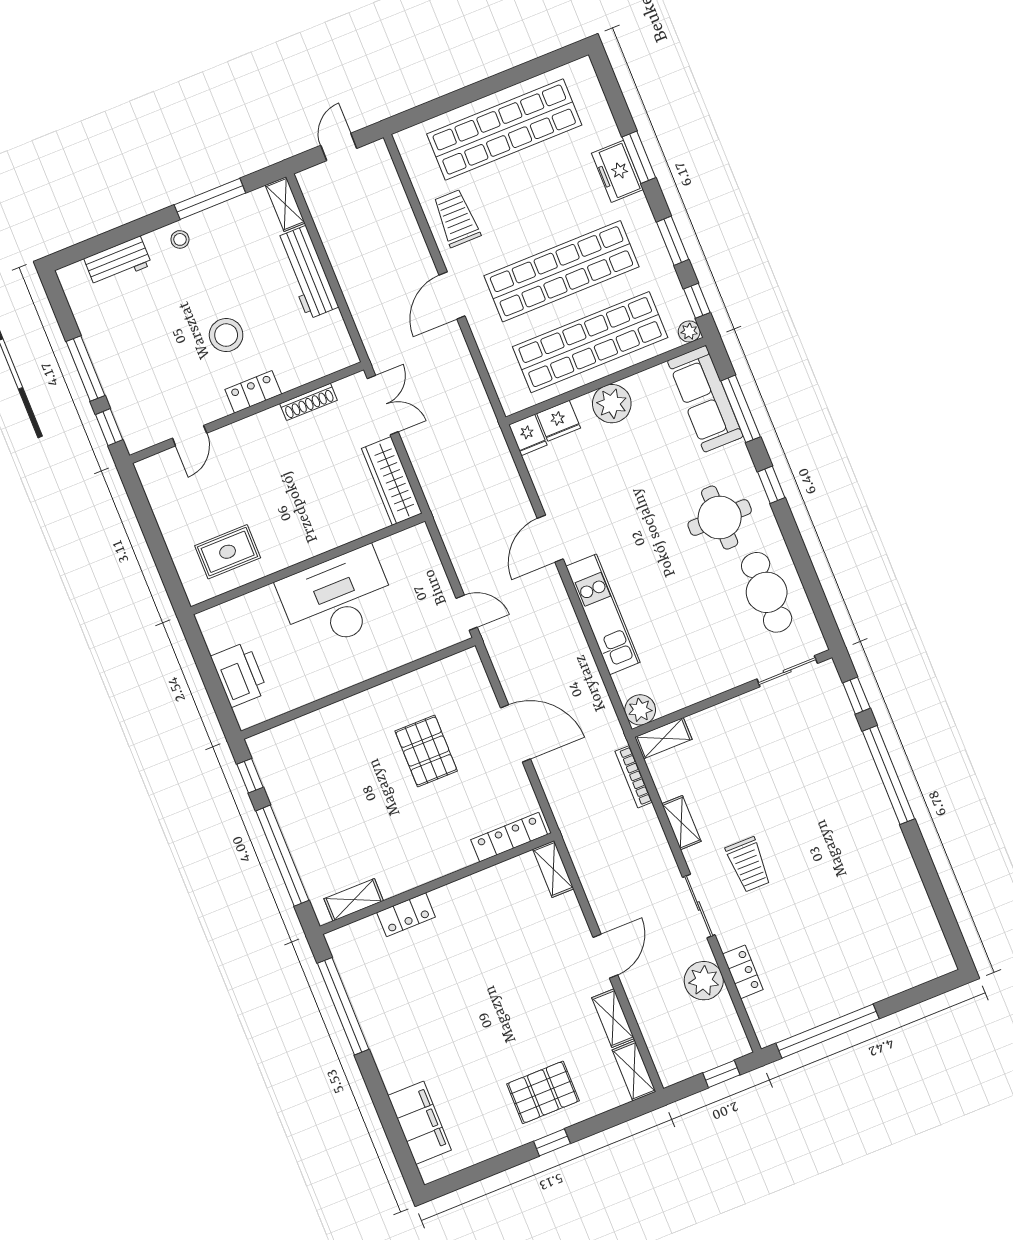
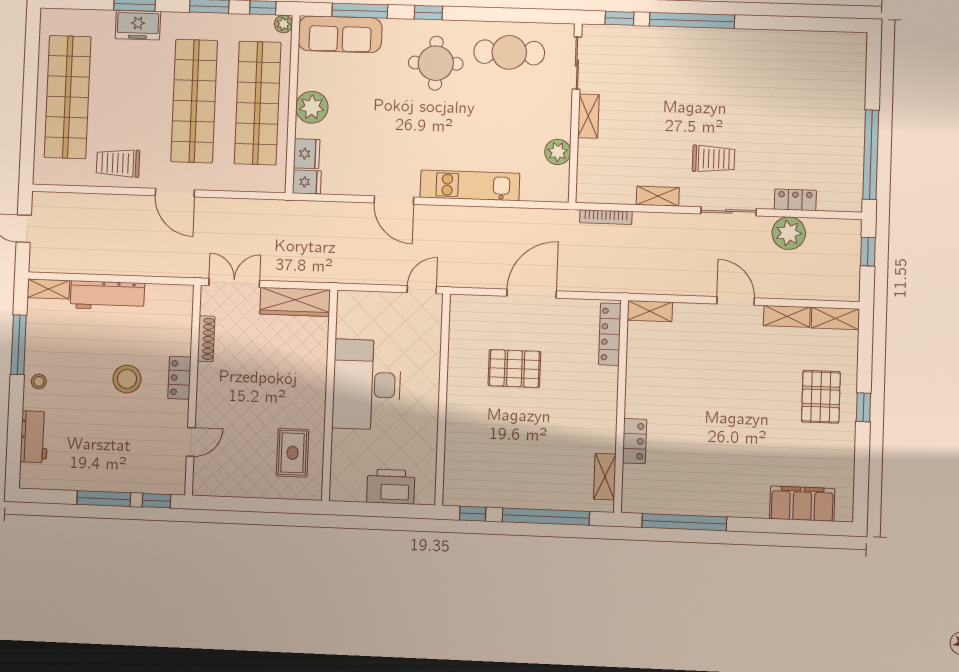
door: (190, 436) -> (191, 442), hinge flipped
plant: (640, 710) -> (558, 152), moved
shelving: (663, 738) -> (588, 116), moved

